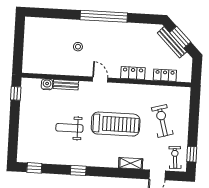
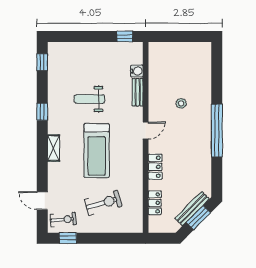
weight bench: (69, 128) -> (89, 99), turned -90
shelving: (131, 163) -> (54, 148), moved

